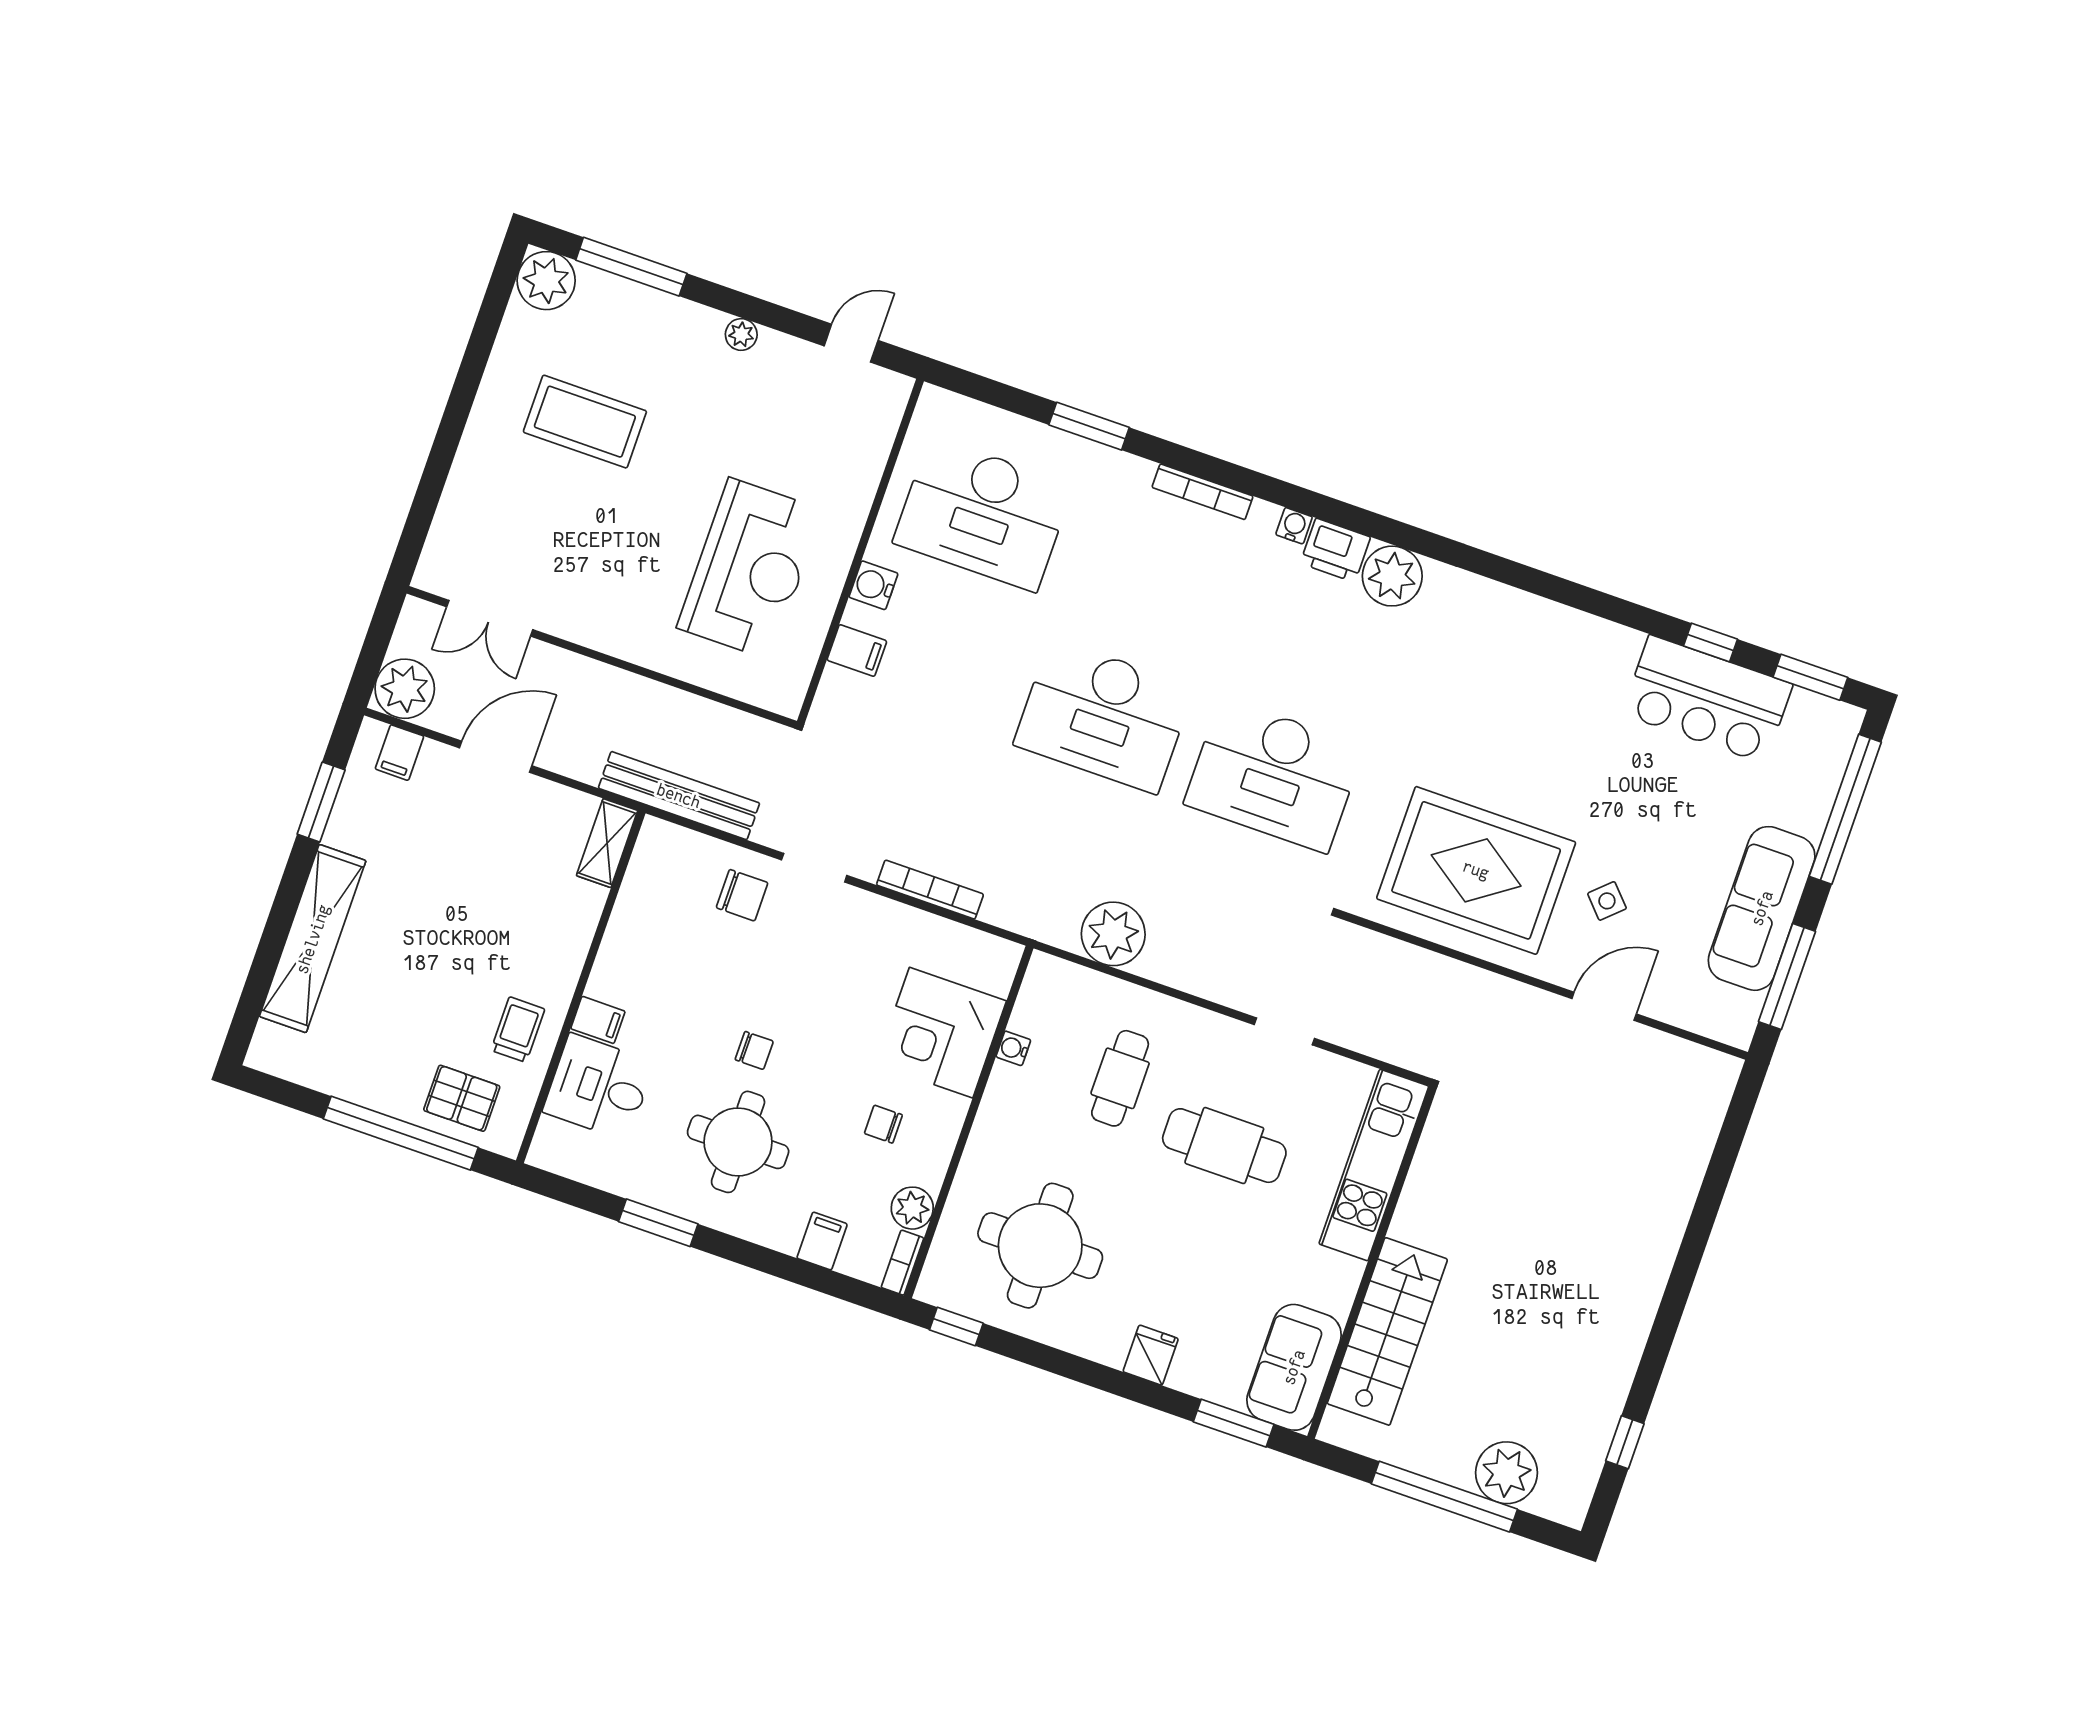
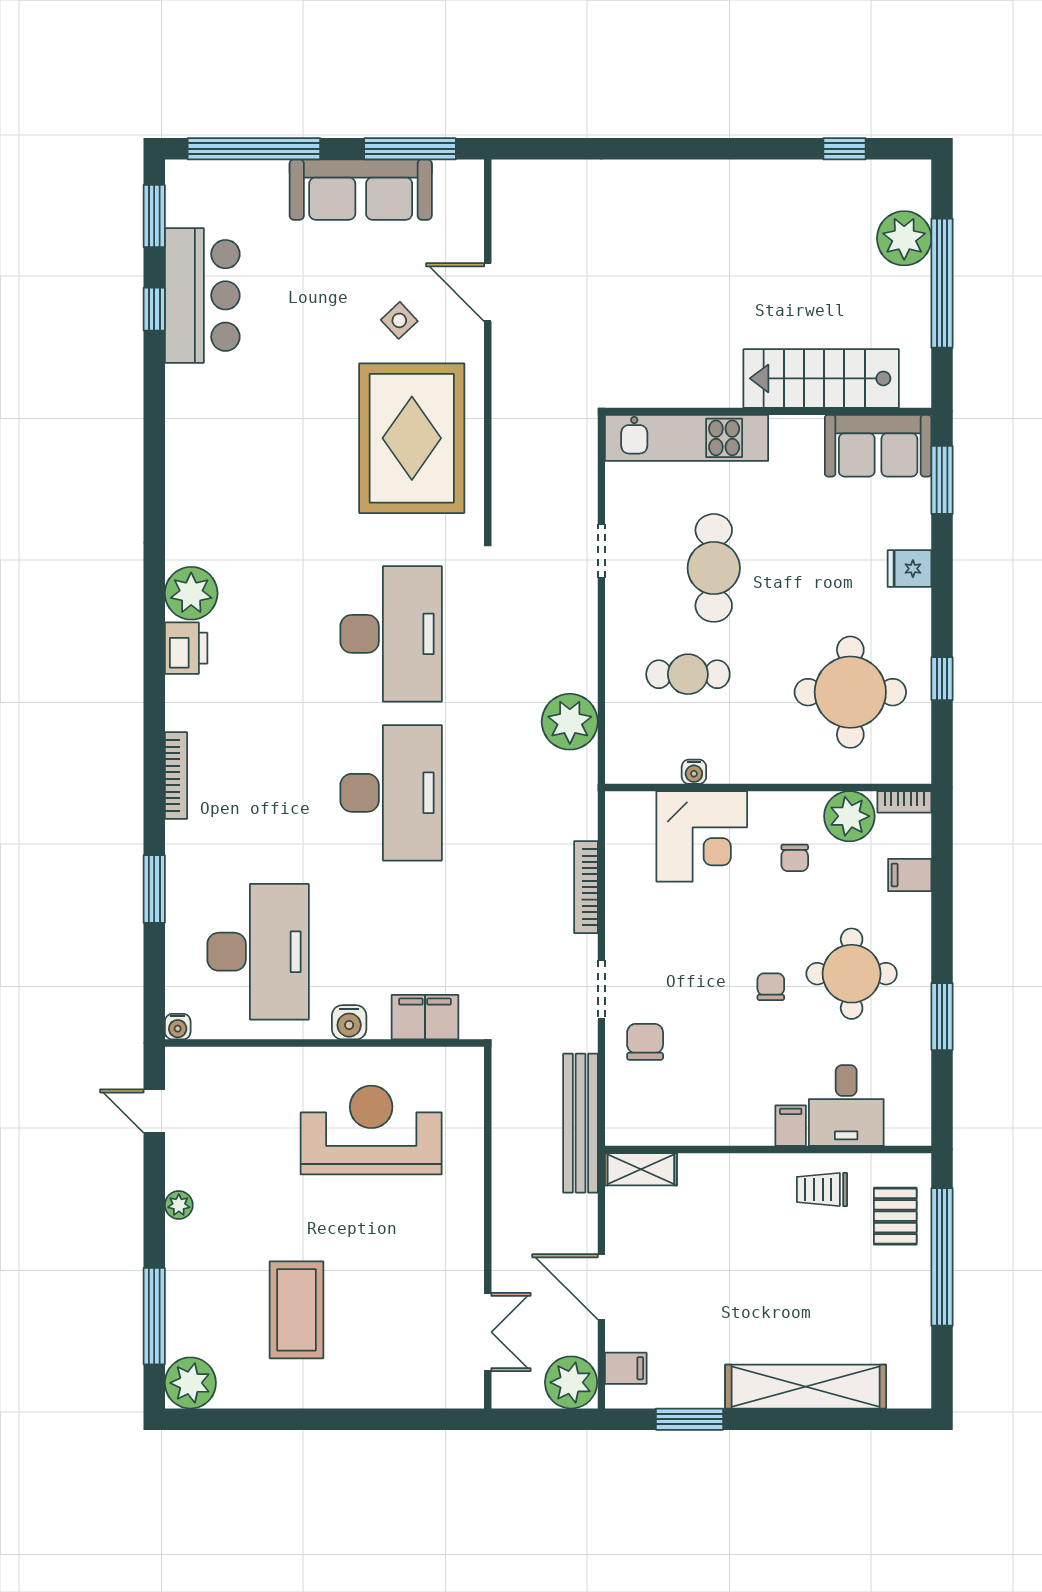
water cooler: (1294, 526) -> (178, 1027), moved, turned -90
filing cabinet: (857, 651) -> (425, 1017), width x2.00
plant: (912, 1208) -> (849, 816), width x1.36, depth x1.36
window: (956, 1327) -> (942, 679), moved

